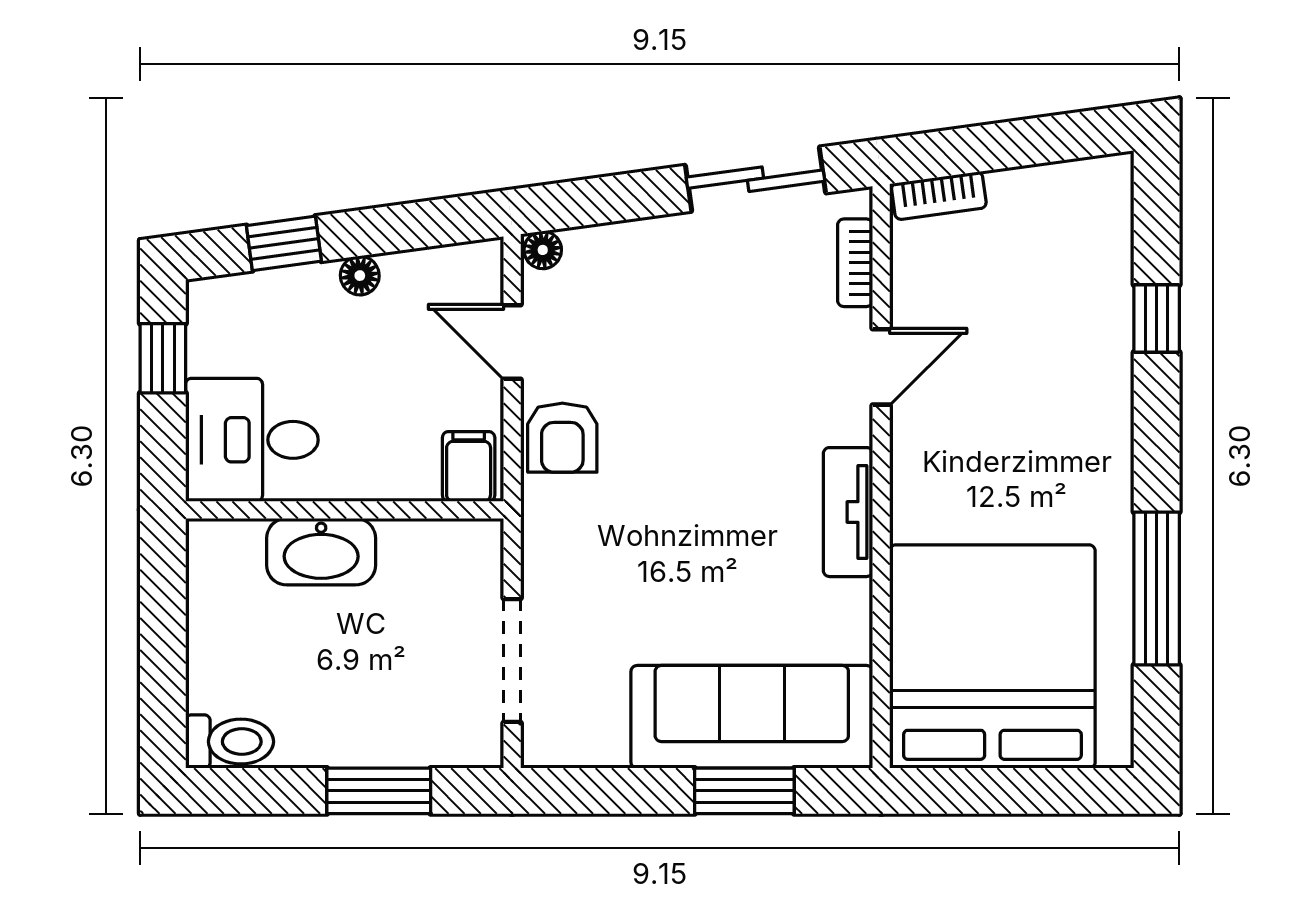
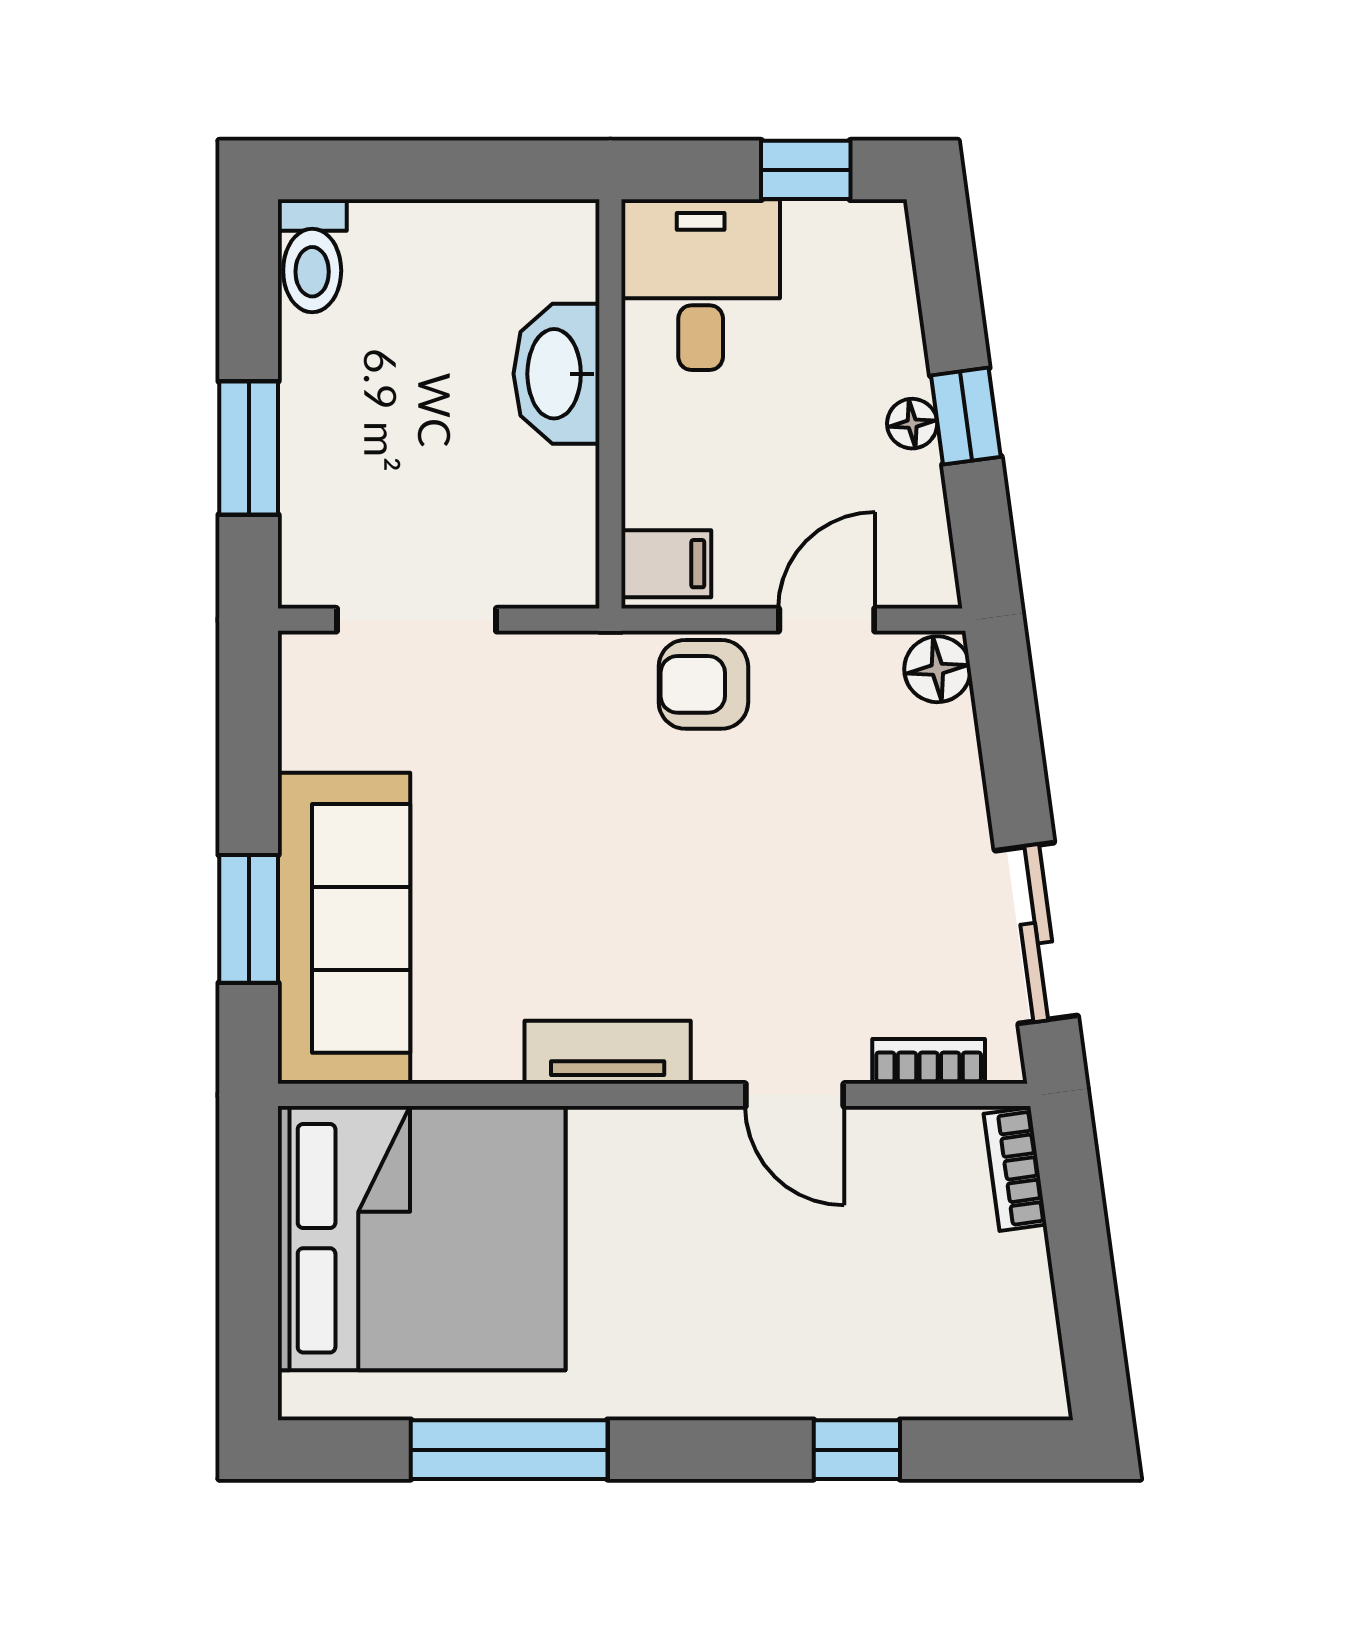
window: (284, 243) -> (966, 416), moved
floor lamp: (543, 250) -> (937, 669), width x1.37, depth x1.37

